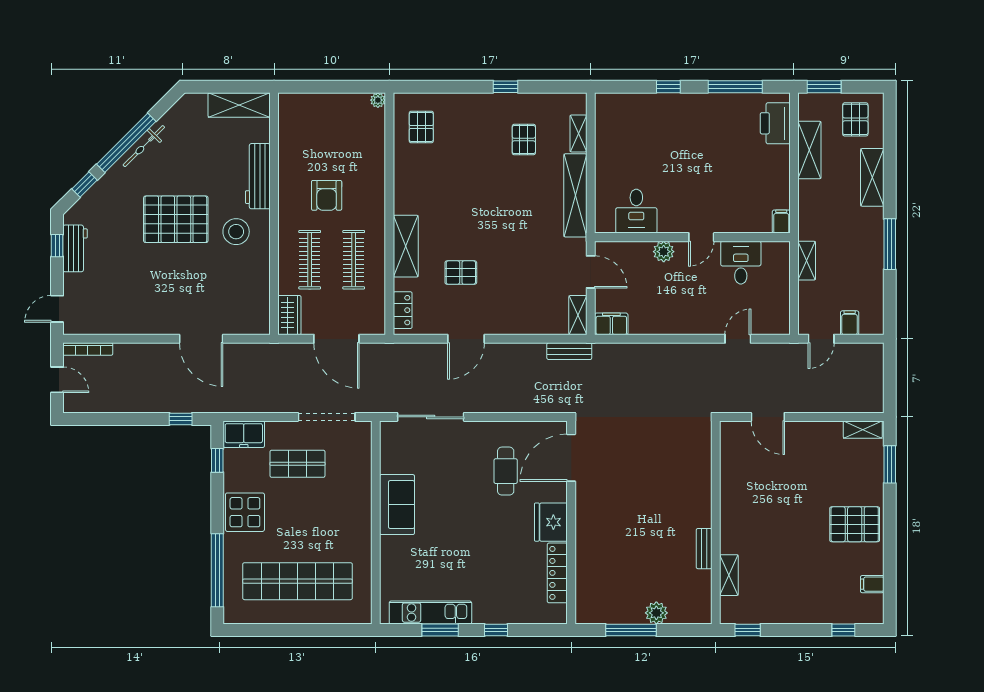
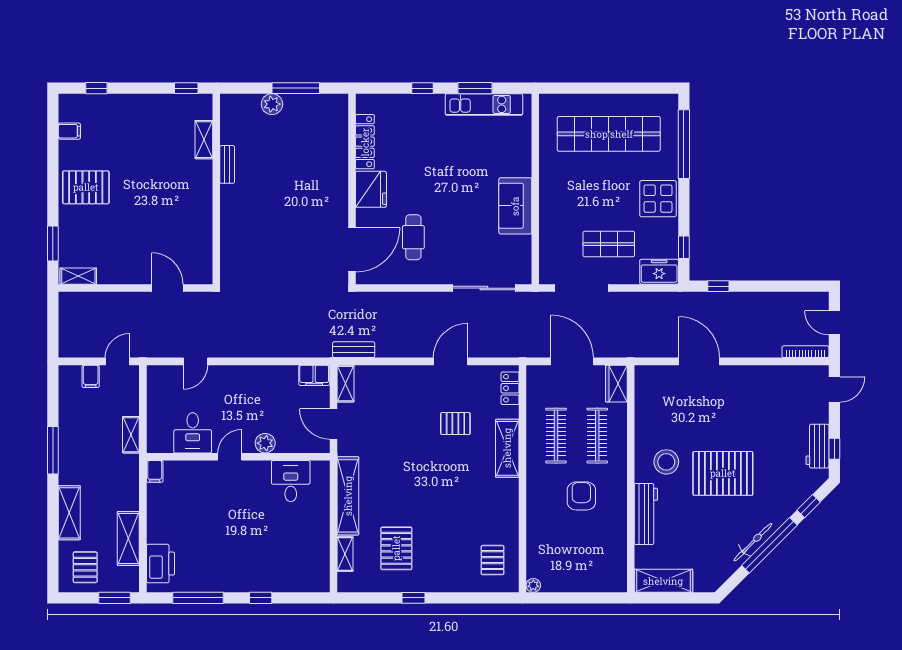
pallet: (524, 140) -> (396, 548), width x1.50, depth x1.42

